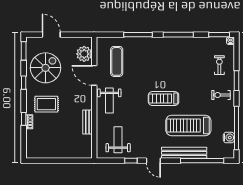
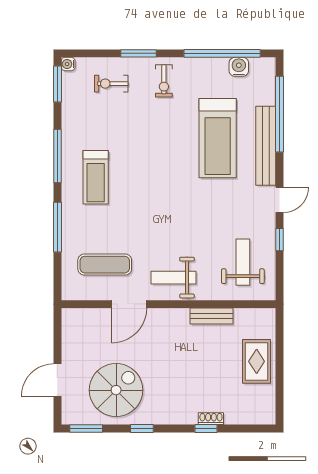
plant: (84, 54) -> (91, 322), removed
spiral stairs: (46, 68) -> (116, 390), turned 90
treadmill: (164, 99) -> (96, 177), moved
weight bench: (109, 100) -> (174, 278), turned 180
rug: (46, 104) -> (257, 361), moved
weight bench: (118, 140) -> (243, 262), turned 90

